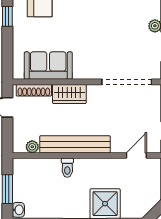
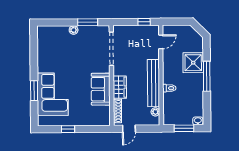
sofa: (48, 66) -> (101, 89), moved
door: (136, 156) -> (161, 42), swing flipped

